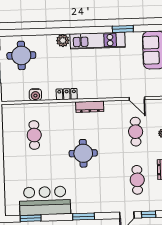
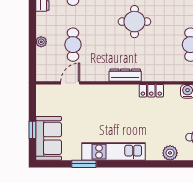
plant: (63, 41) -> (170, 153), moved
door: (137, 99) -> (70, 83), hinge flipped

